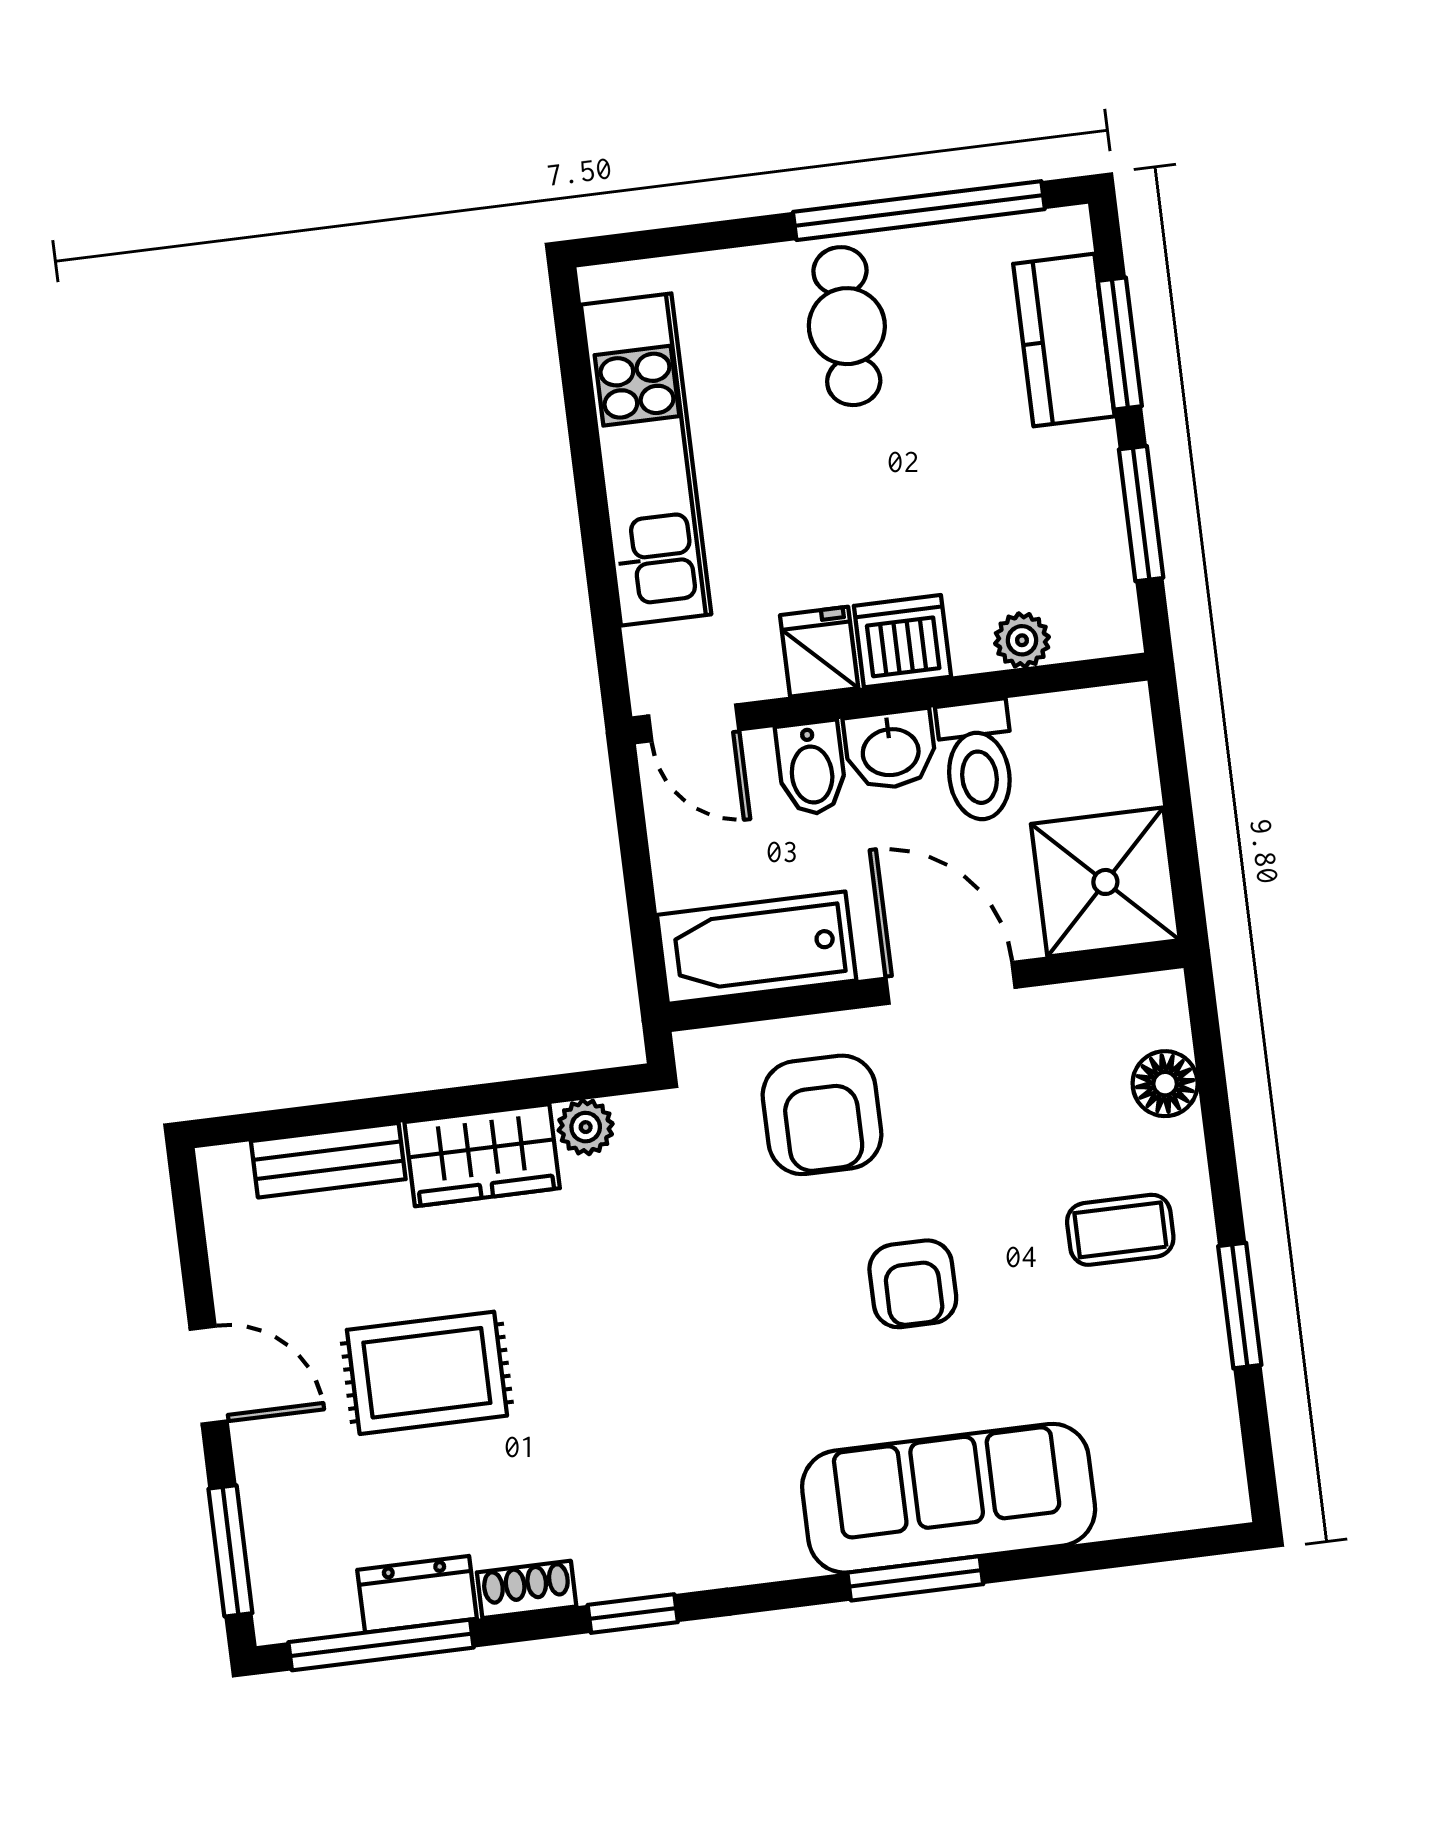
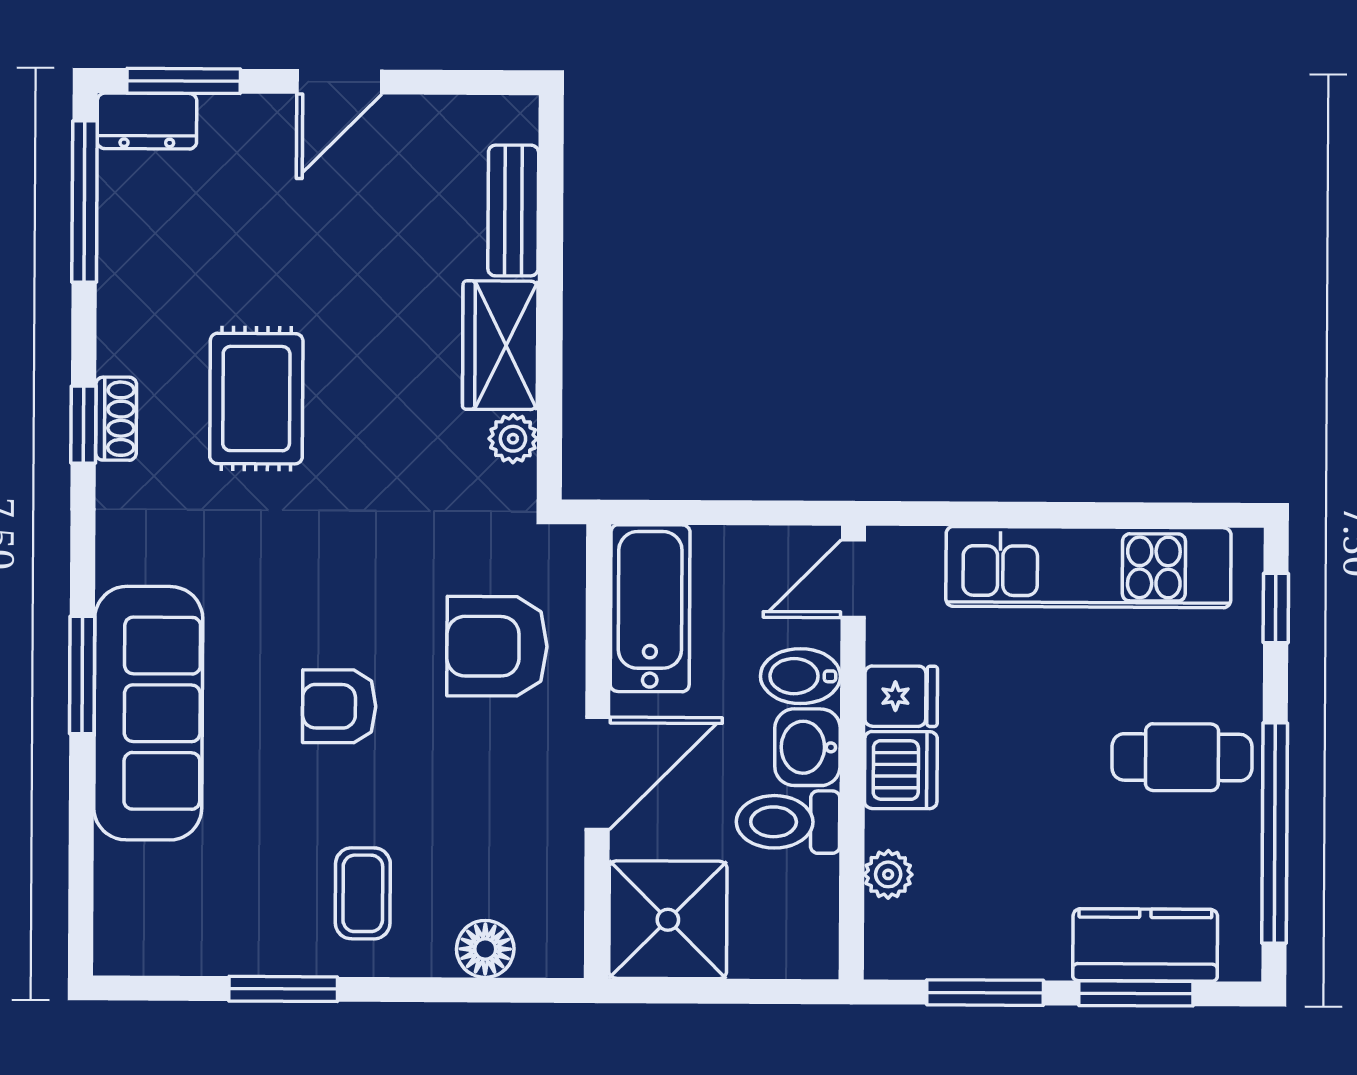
window: (665, 242) -> (1276, 608), added
rug: (427, 1373) -> (256, 399), moved
shoe rack: (527, 1589) -> (116, 419), moved
dresser: (417, 1594) -> (147, 121), moved, turned 90

